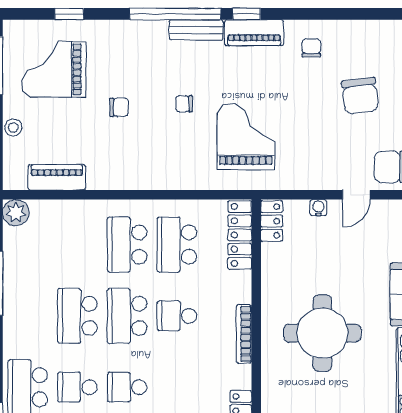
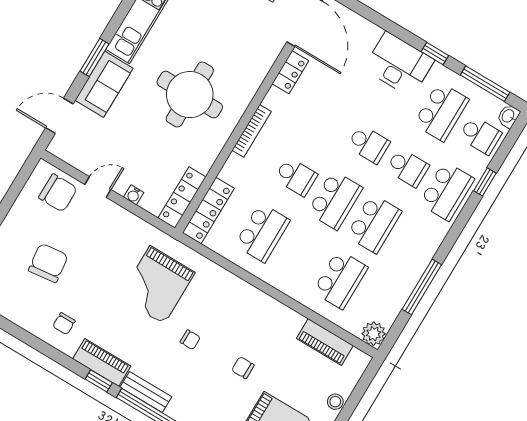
locker: (272, 221) -> (182, 198), width x1.53
school desk: (127, 245) -> (340, 280), moved

